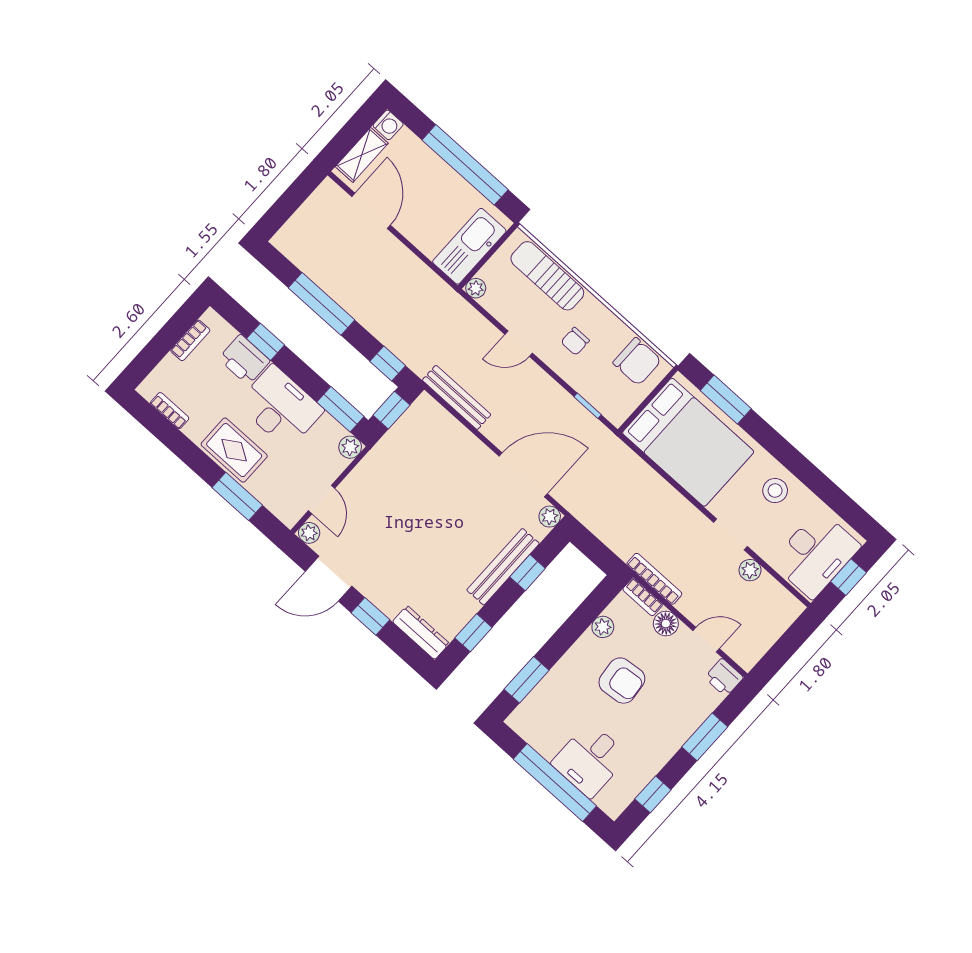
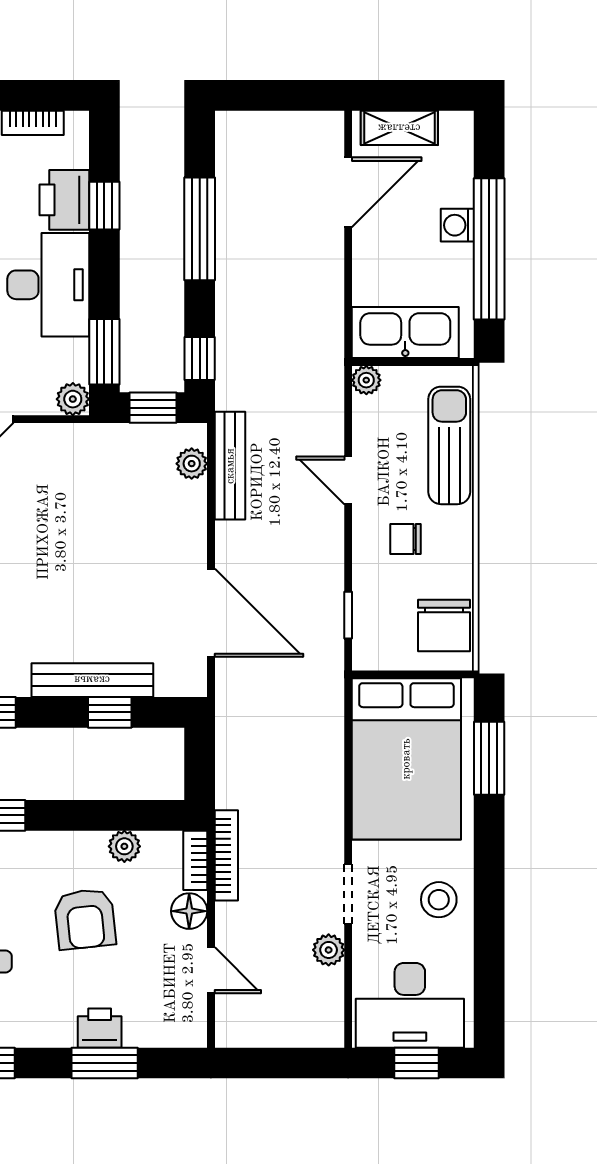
washing machine: (388, 125) -> (457, 225), moved, turned 90
plant: (550, 517) -> (192, 464), moved
printer: (724, 677) -> (100, 1028), moved, turned 90

